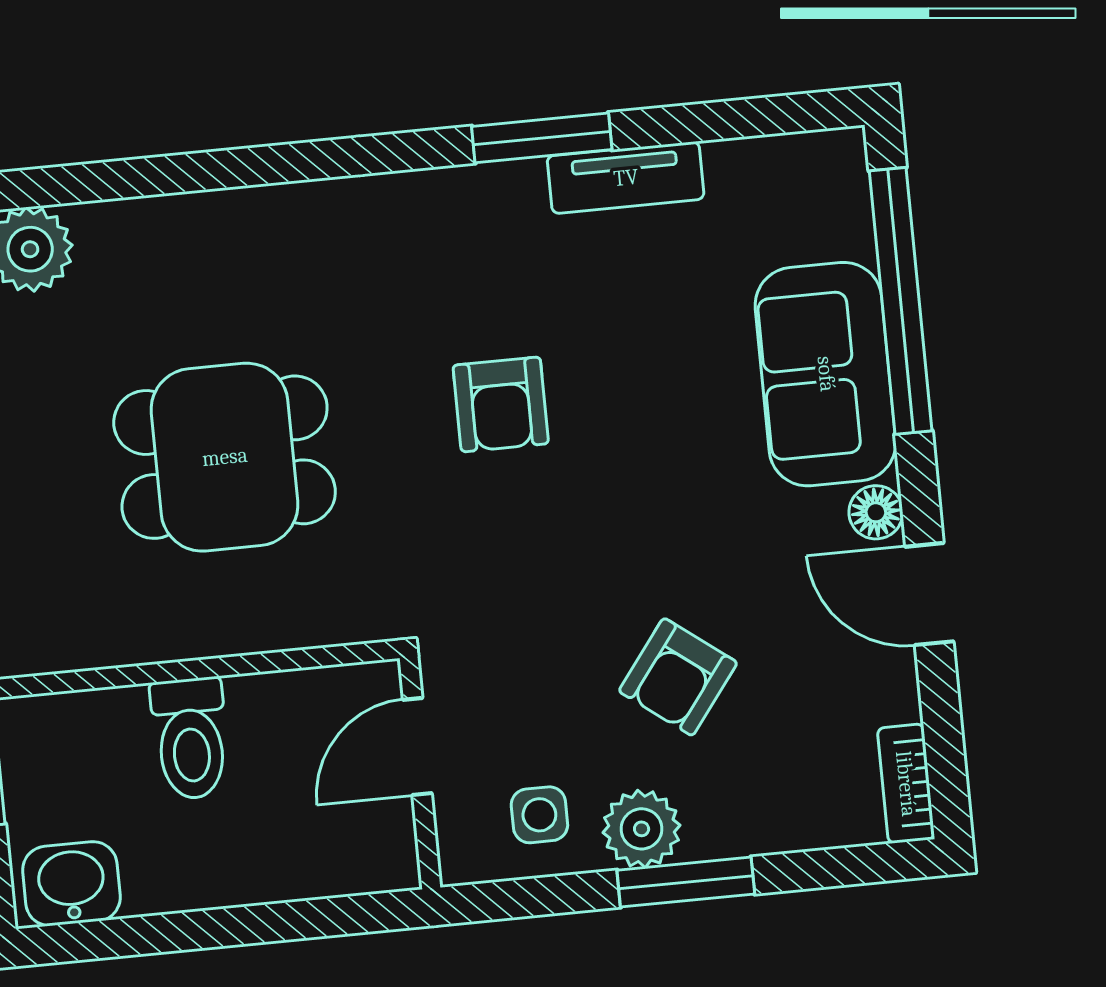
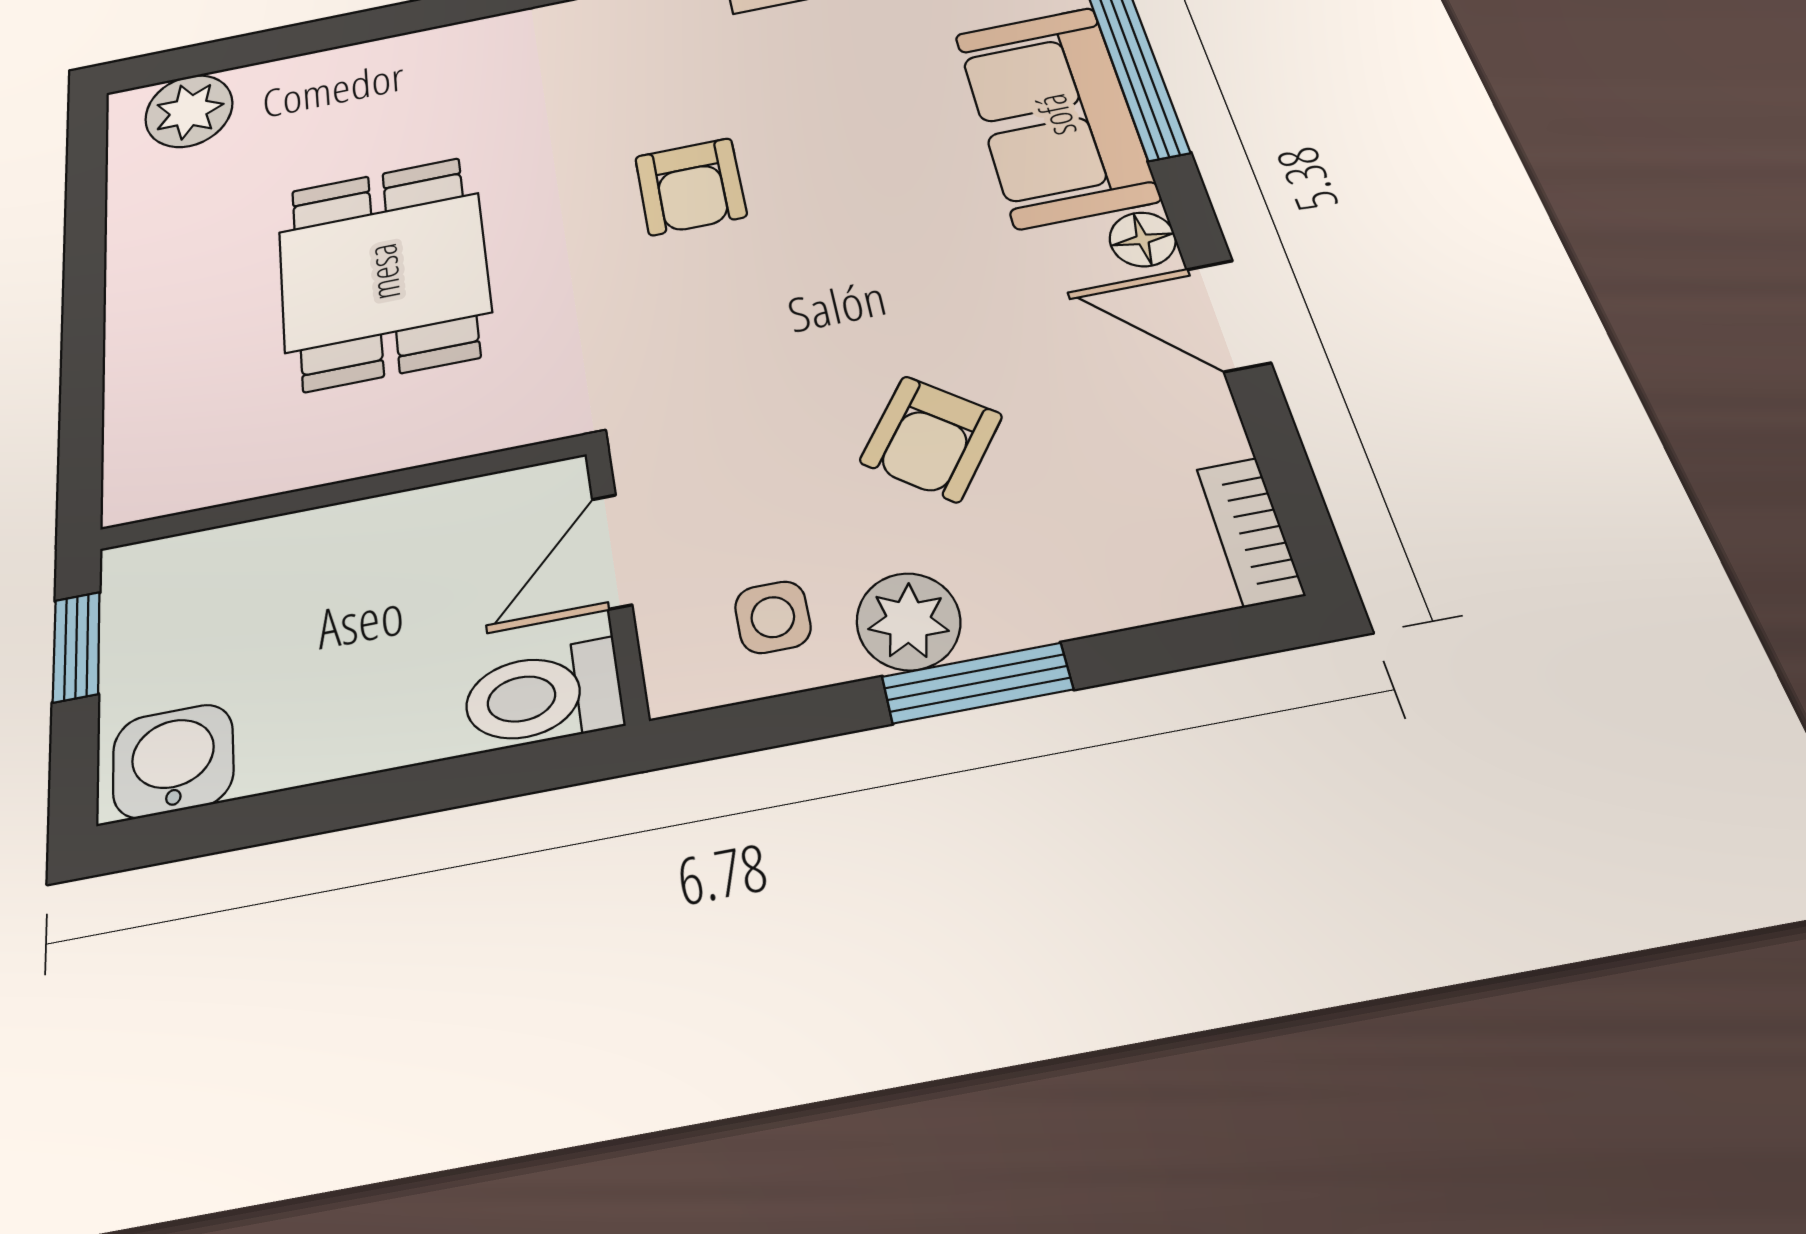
dining table: (225, 457) -> (383, 272), turned 90
toilet: (190, 738) -> (543, 695), moved, turned 90

